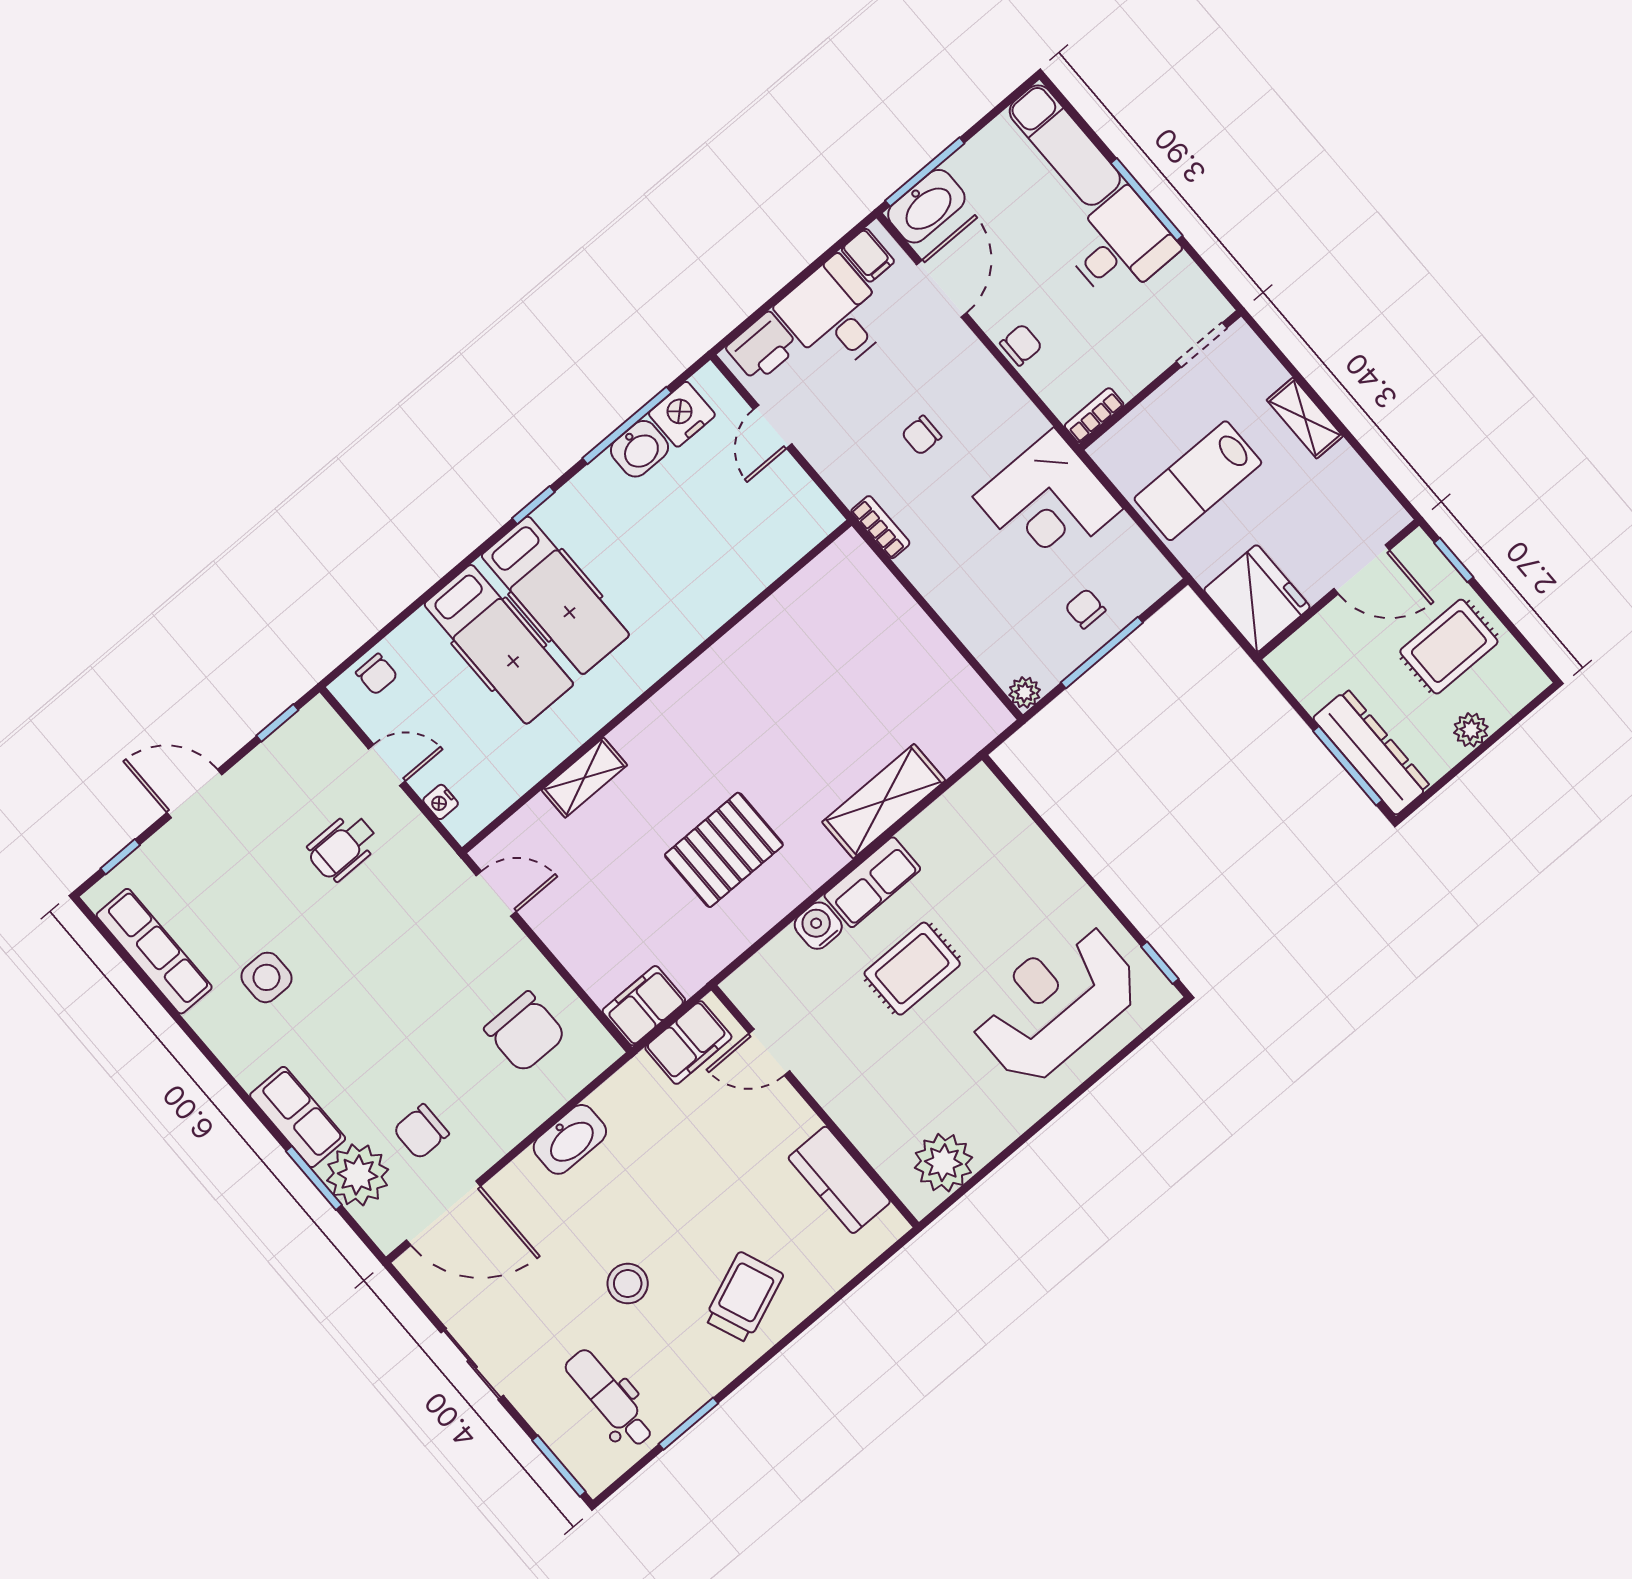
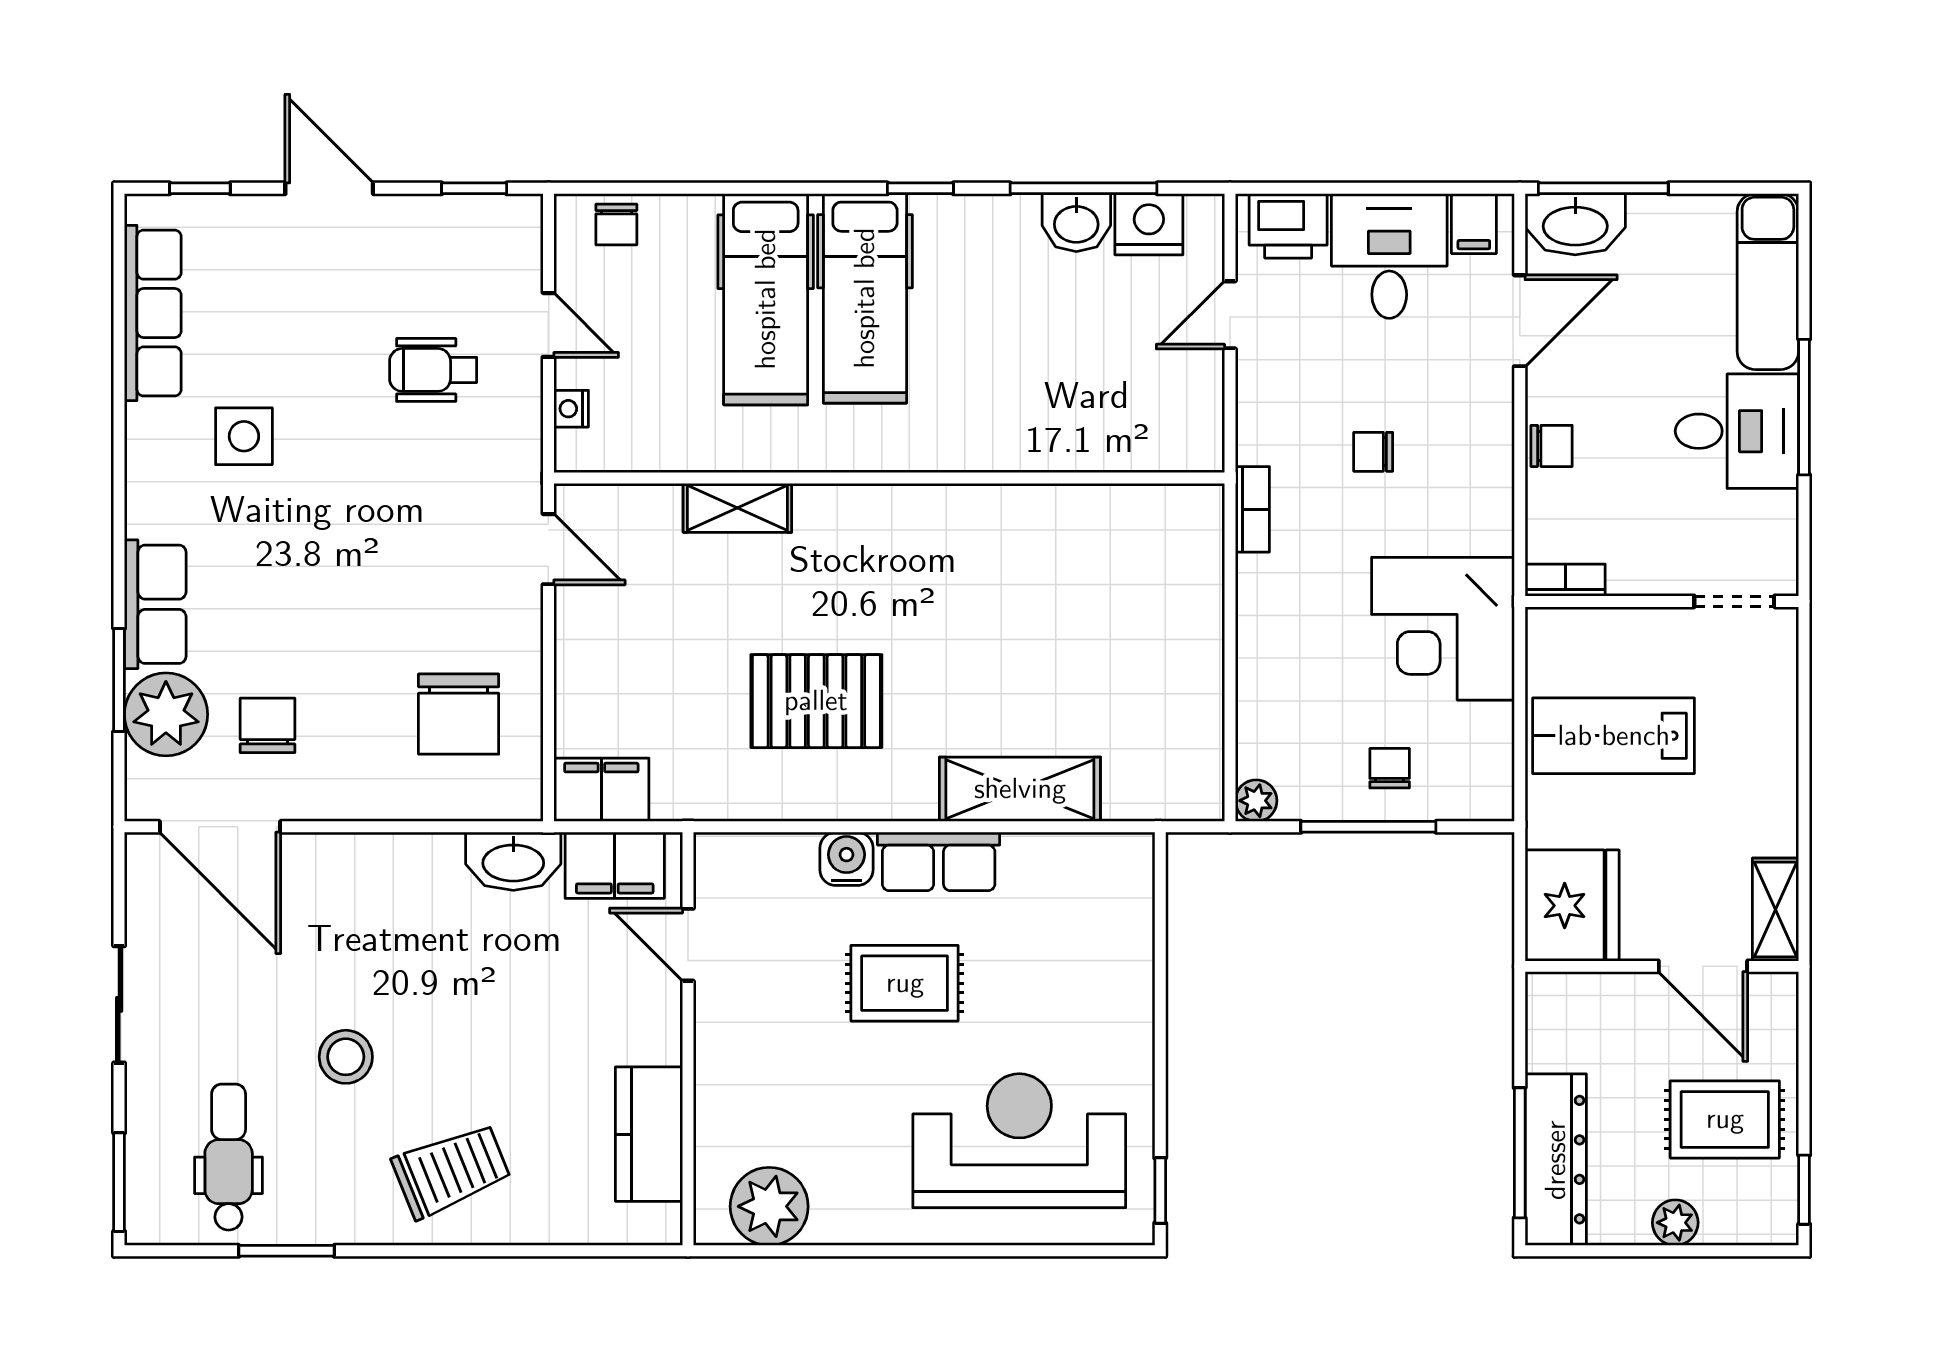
shelving: (1305, 418) -> (1776, 910), moved
window: (1454, 560) -> (1804, 1190), moved
chair: (421, 1132) -> (268, 725), turned 90
washbasin: (570, 1139) -> (513, 861), moved

